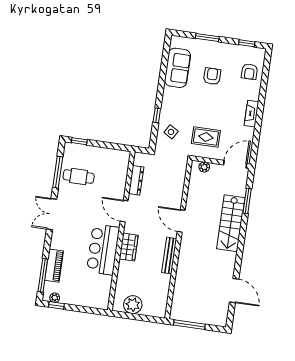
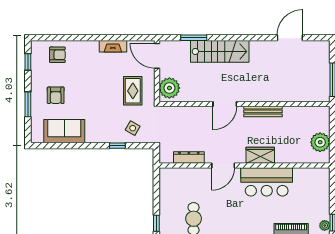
armchair: (212, 76) -> (56, 95), moved, turned -90
fireplace: (252, 114) -> (113, 46), moved
plant: (204, 167) -> (169, 88), width x1.87, depth x1.87

